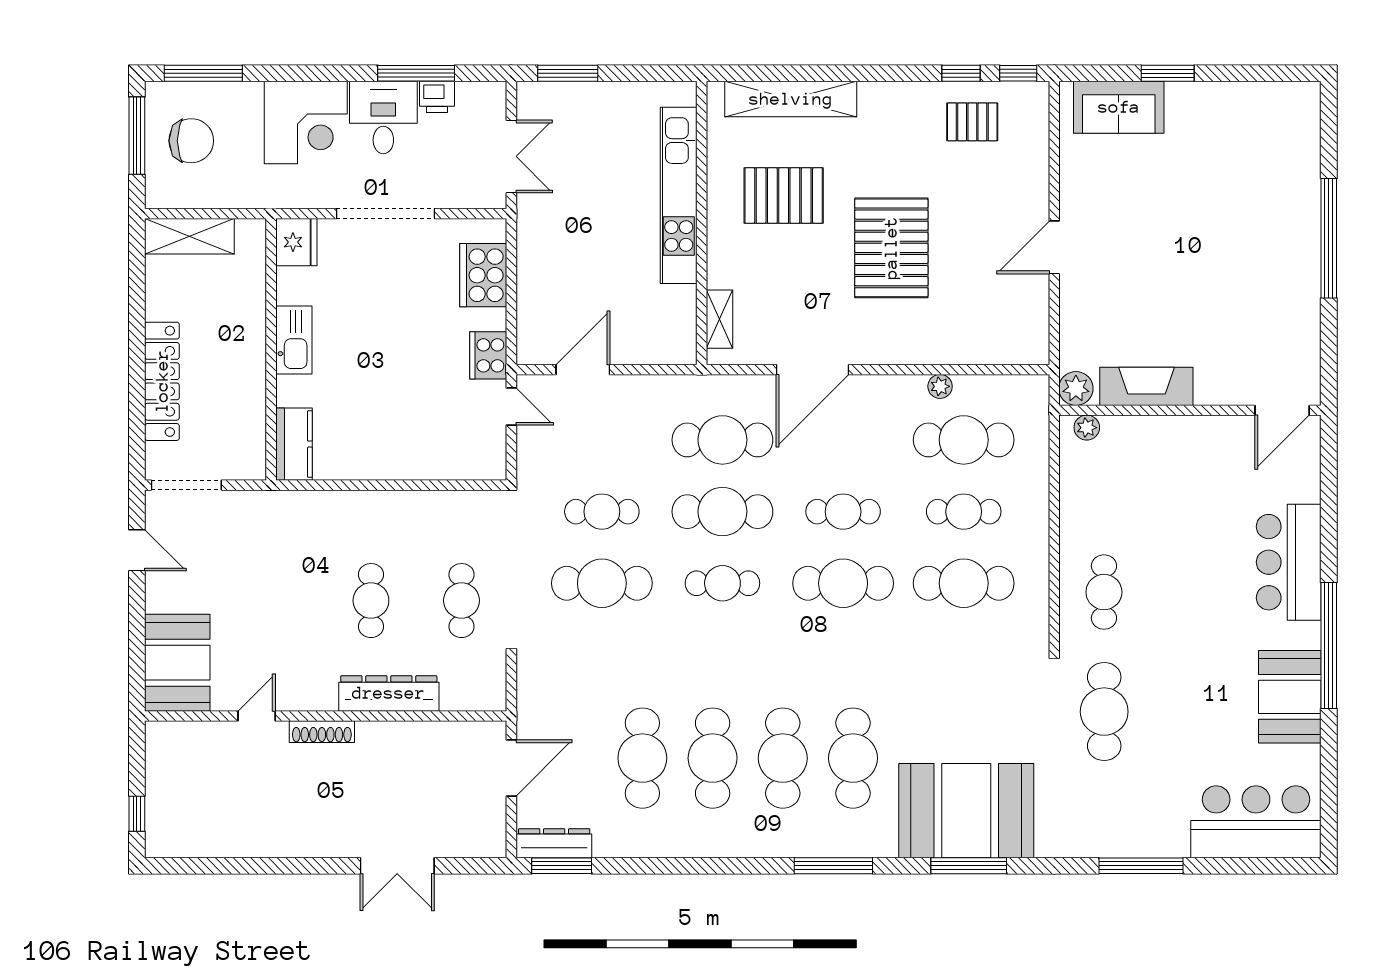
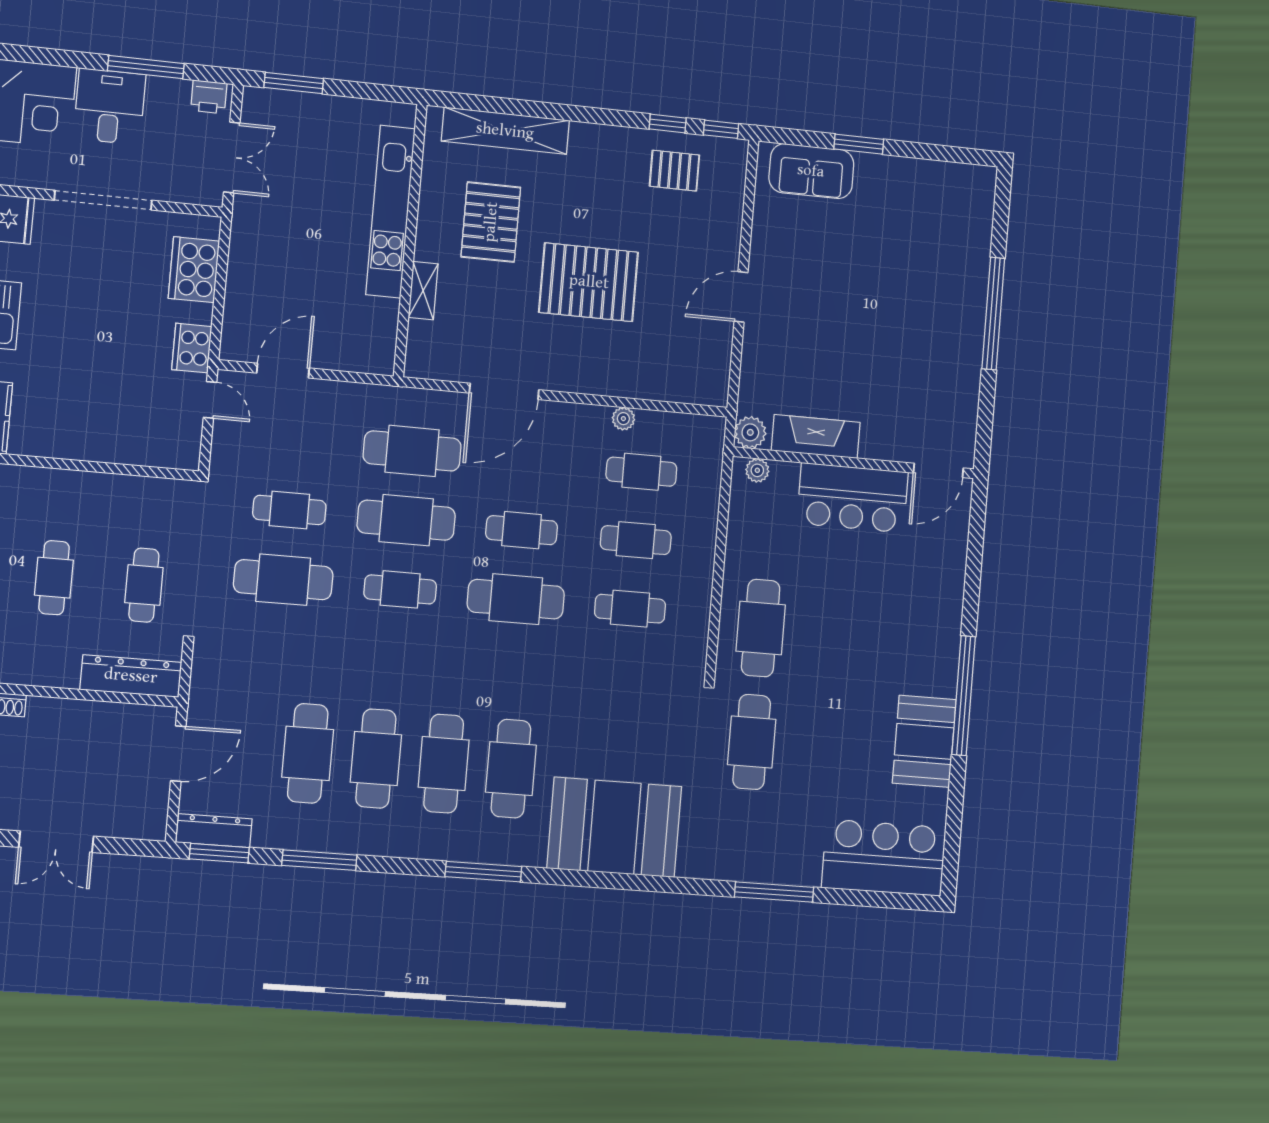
printer: (437, 97) -> (209, 97), moved
pallet: (784, 195) -> (491, 222), turned 90
pallet: (891, 248) -> (589, 282), turned 90
shelving: (719, 319) -> (423, 291), moved
cafe table: (964, 440) -> (641, 472), width x0.73, depth x0.74
bar counter: (1289, 562) -> (853, 498), moved, turned -90
cafe table: (964, 583) -> (630, 609), width x0.73, depth x0.74
cafe table: (1104, 592) -> (761, 628), width x1.37, depth x1.35
dresser: (389, 693) -> (131, 676), moved
window: (969, 866) -> (319, 860), moved

